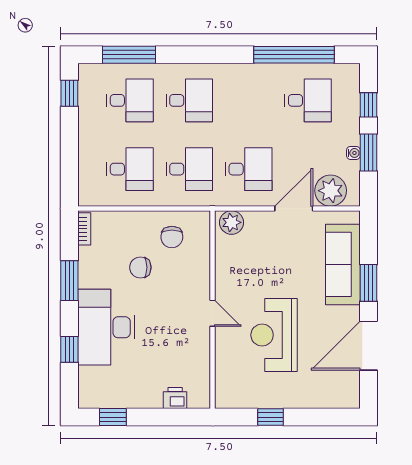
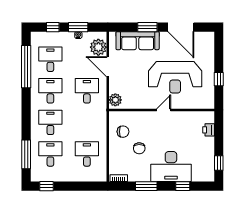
desk: (189, 169) -> (50, 91), moved
reception desk: (274, 335) -> (175, 77), width x1.36, depth x1.30

